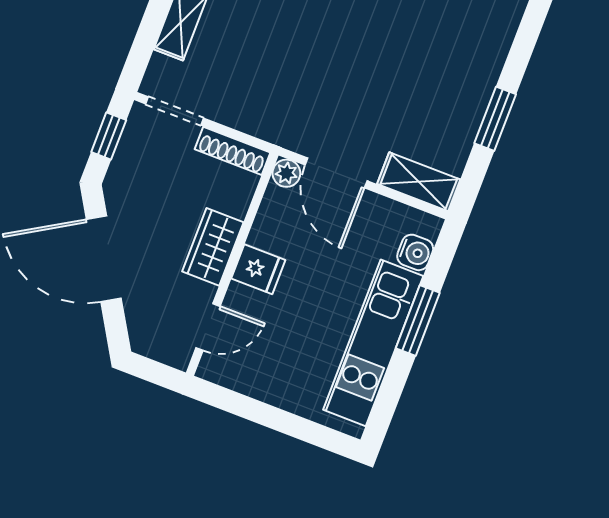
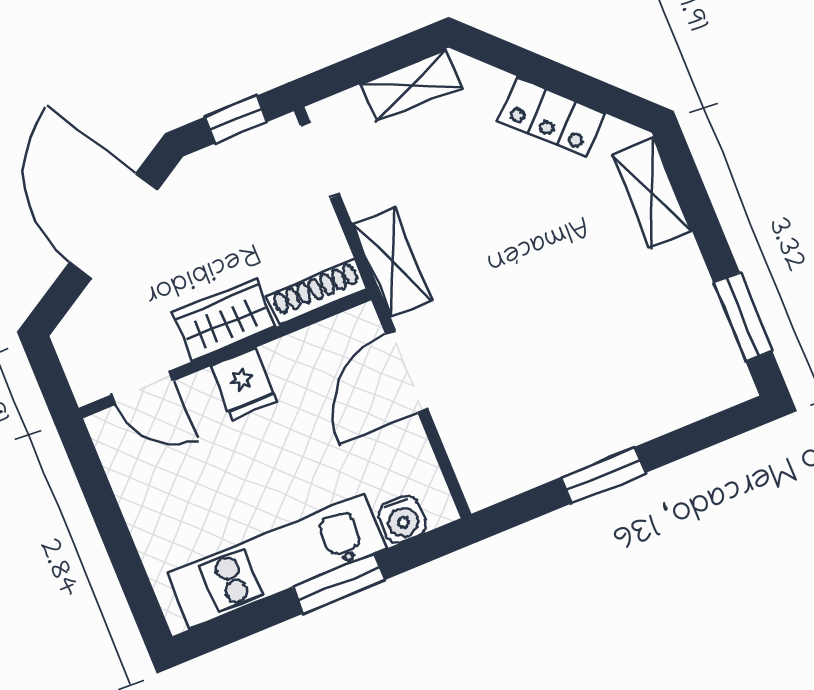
shoe rack: (233, 151) -> (317, 293), moved, turned 90
plant: (286, 173) -> (361, 324), removed
shelving: (419, 182) -> (392, 262), moved

